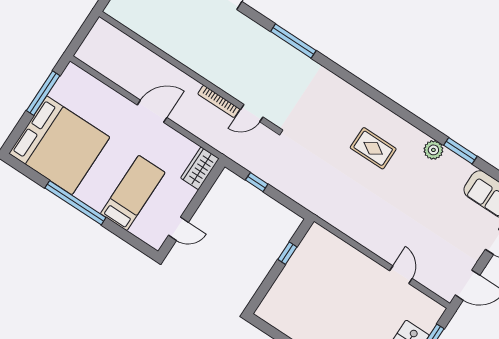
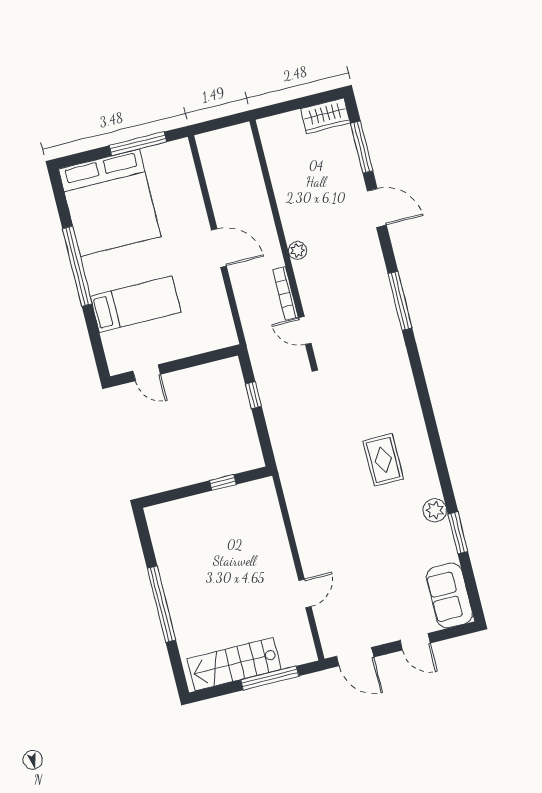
plant: (202, 68) -> (297, 251), added
wardrobe: (200, 168) -> (215, 337), removed

